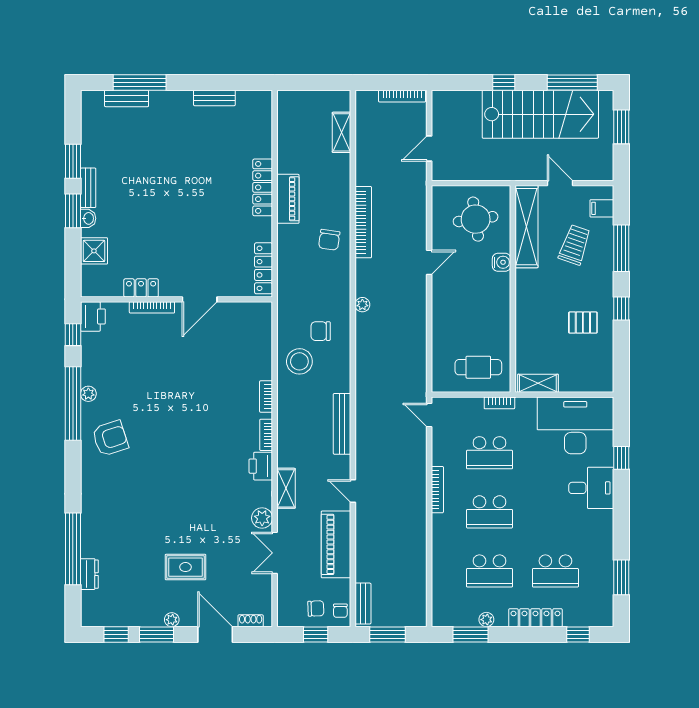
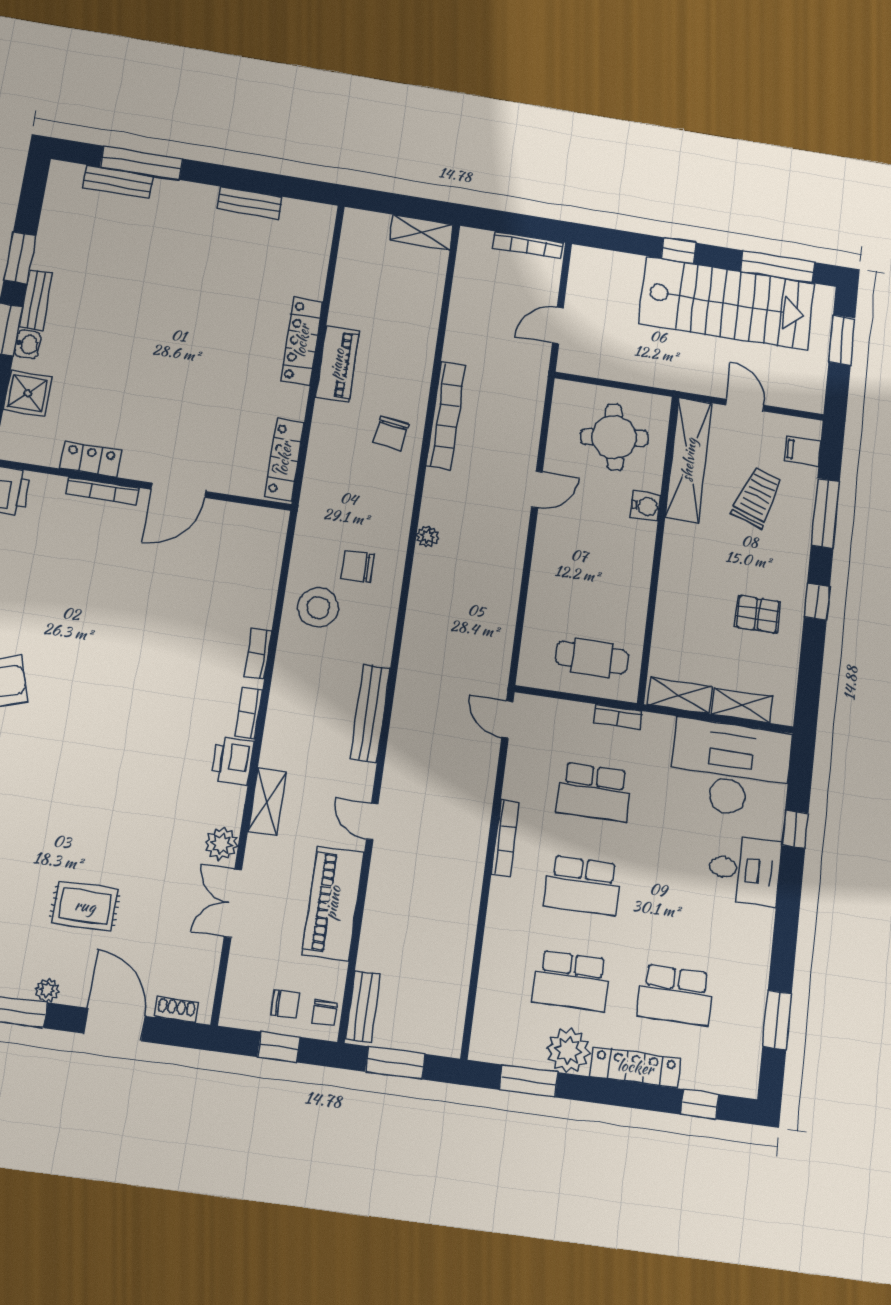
shelving: (341, 132) -> (422, 232), moved, turned 90
shelving: (579, 384) -> (742, 705), added
plant: (486, 620) -> (568, 1051), width x1.88, depth x1.88

